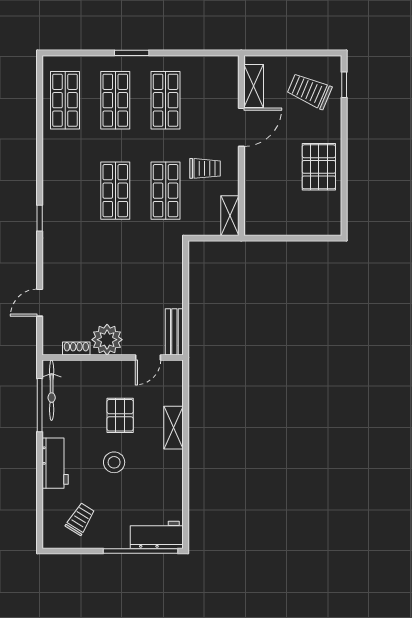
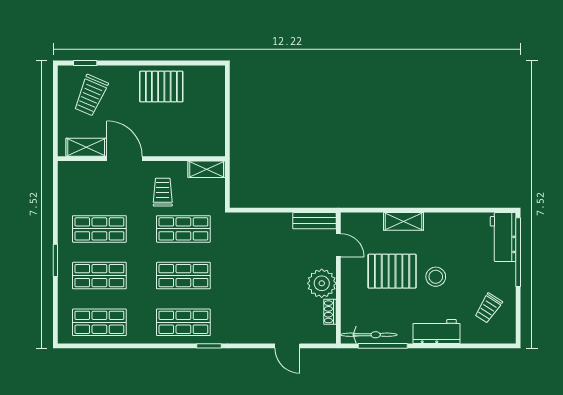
shop shelf: (65, 191) -> (183, 322), added
pallet: (120, 415) -> (392, 271), width x1.50, depth x1.42
trolley: (80, 519) -> (488, 308), turned -89

